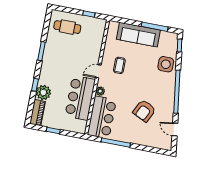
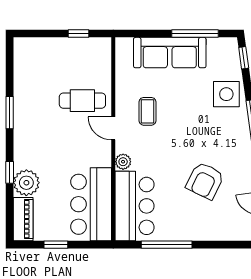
cafe table: (67, 27) -> (82, 101), moved
door: (98, 71) -> (113, 128), hinge flipped
bar counter: (80, 98) -> (91, 204), moved

